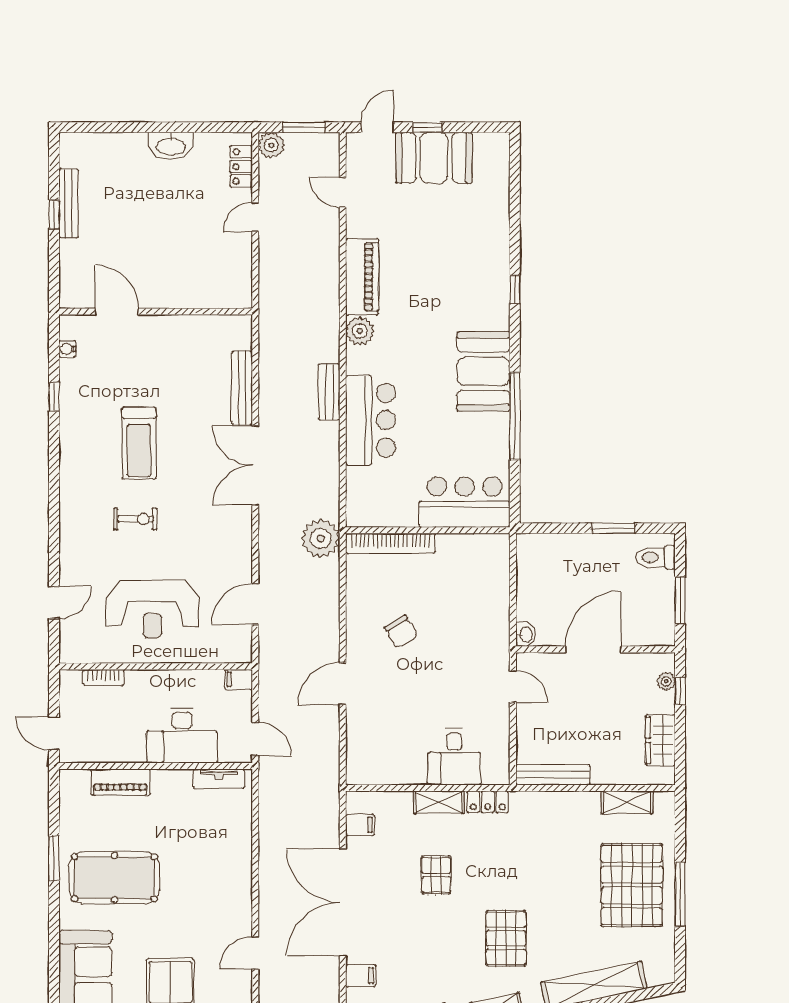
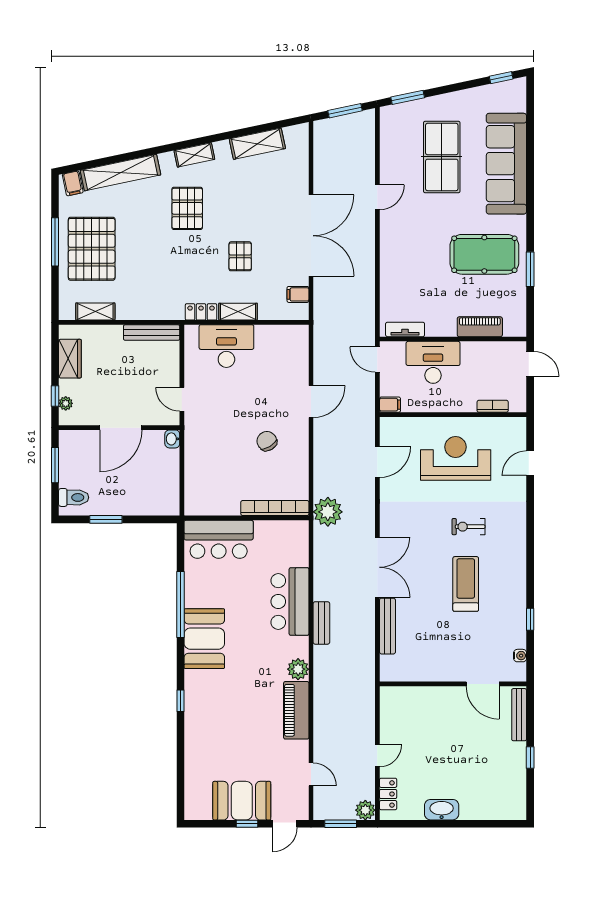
bench: (69, 203) -> (519, 715), moved
desk: (454, 757) -> (226, 346), width x1.37
filing cabinet: (361, 976) -> (73, 183), moved, turned -102

